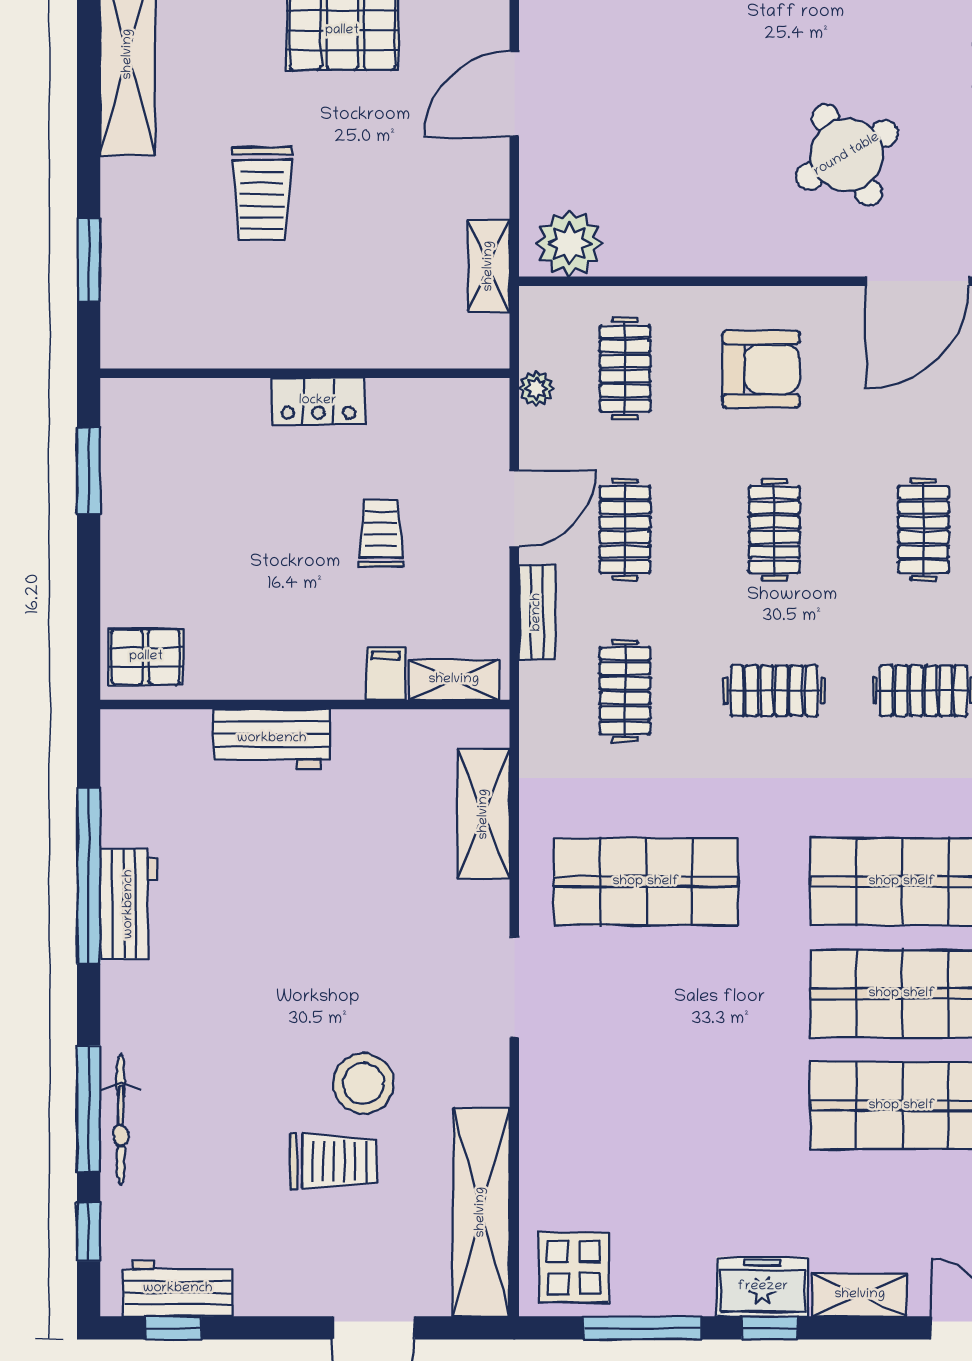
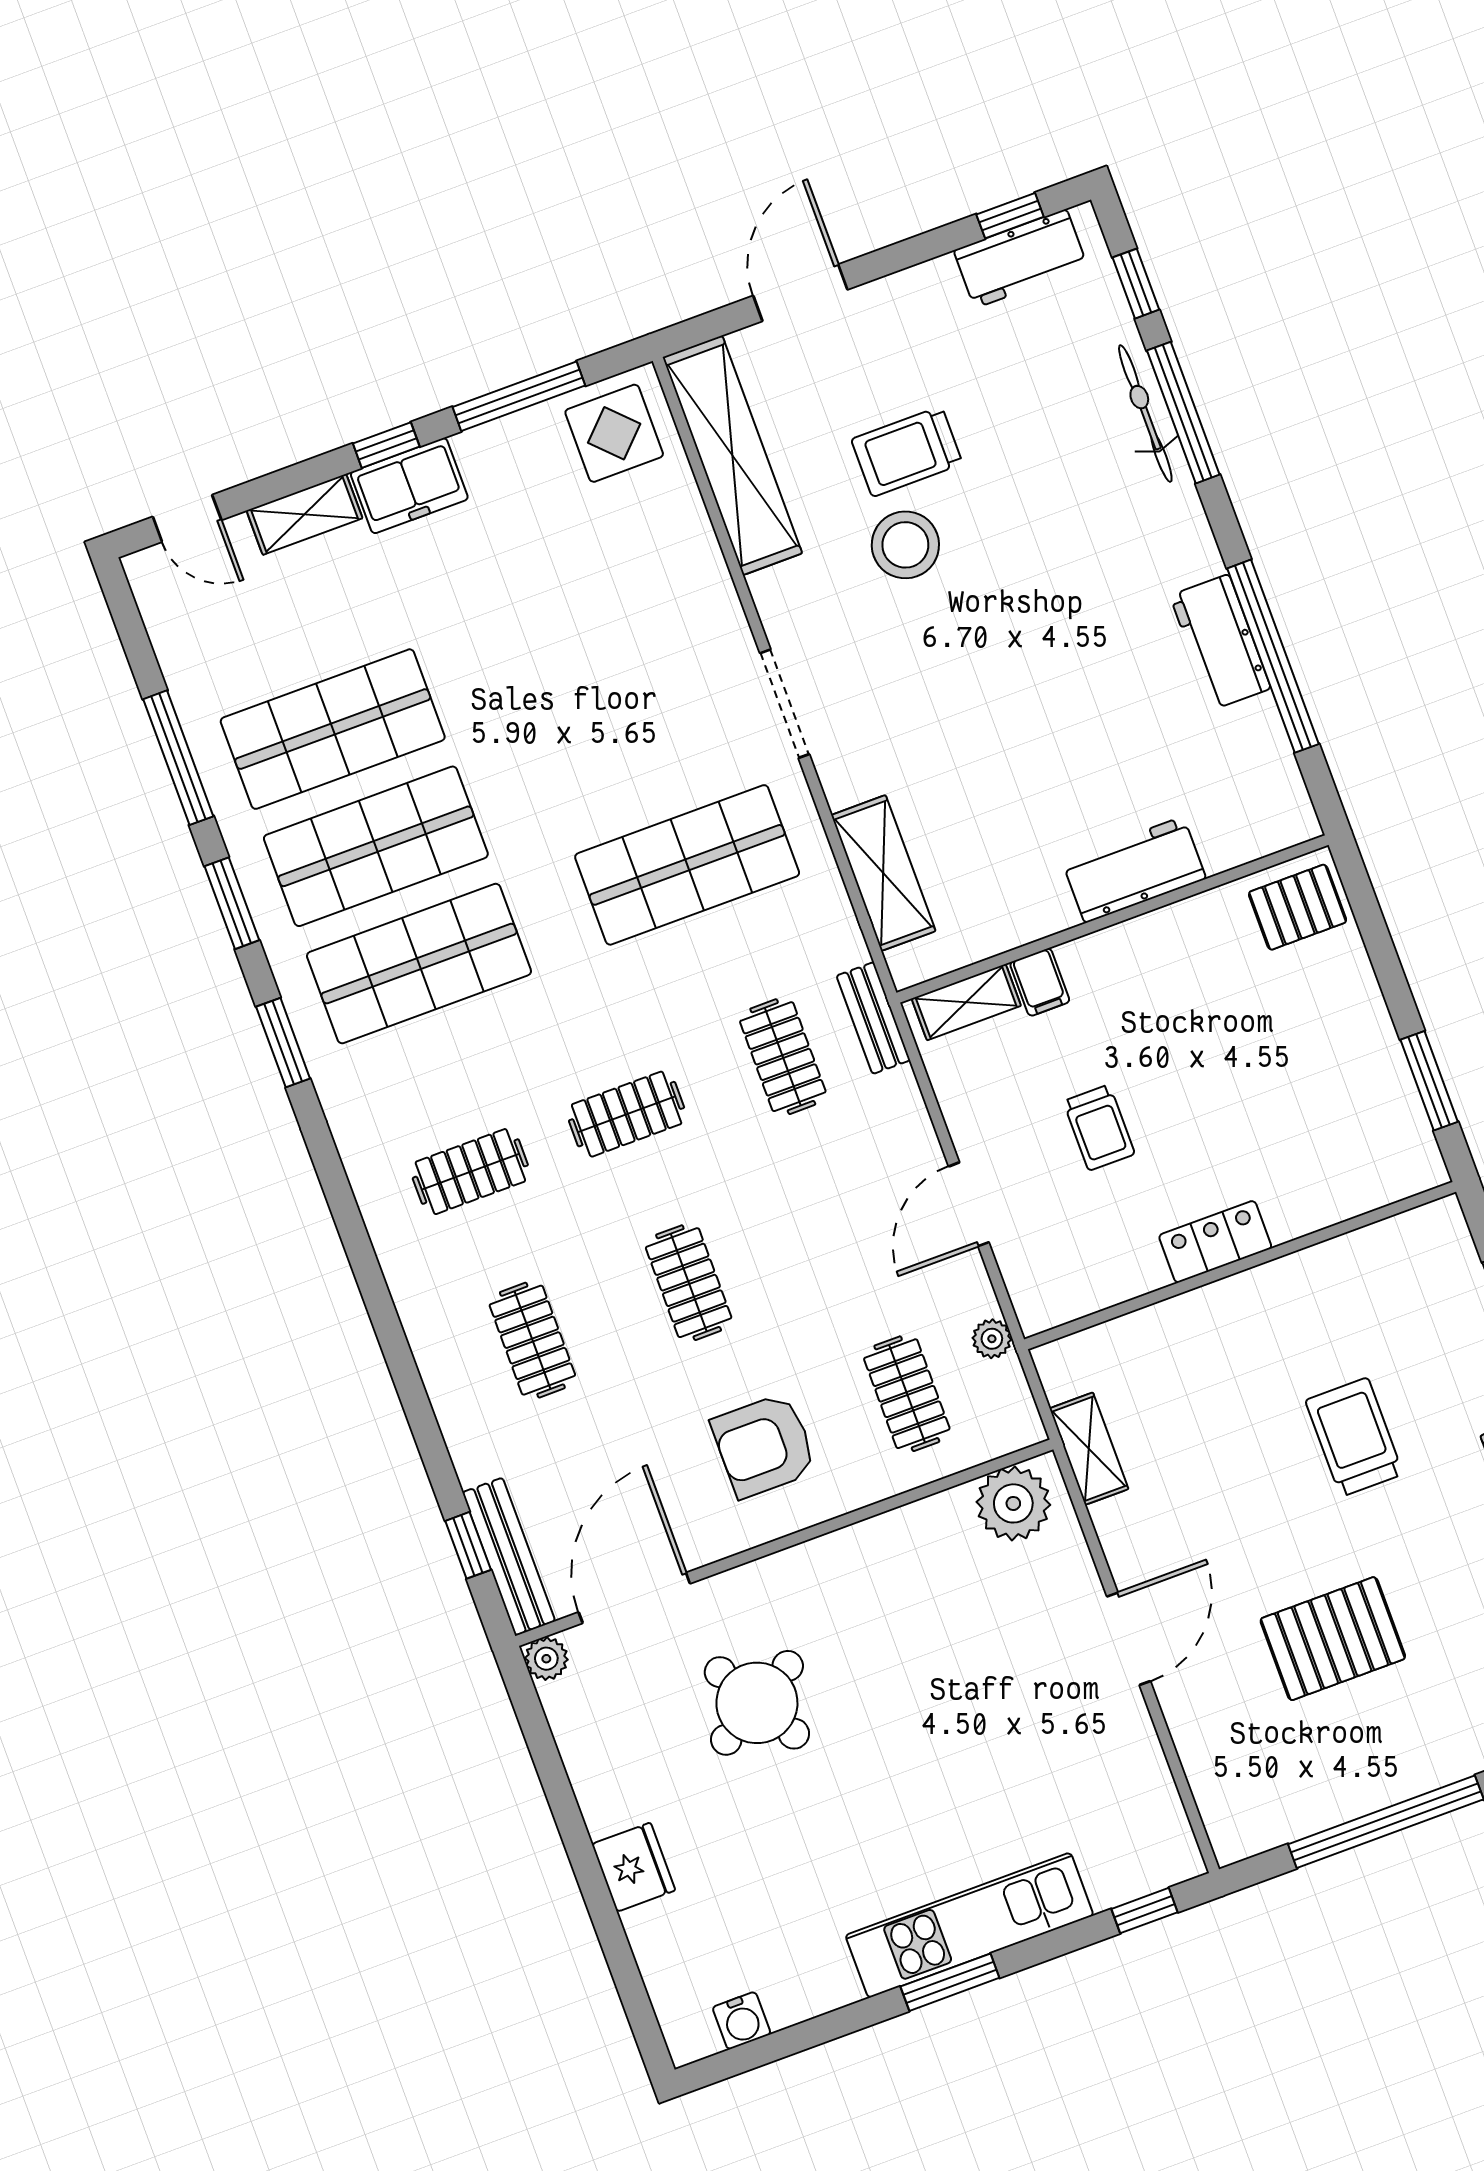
clothes rail: (625, 530) -> (845, 1225), removed
bench: (537, 612) -> (873, 1018), moved

